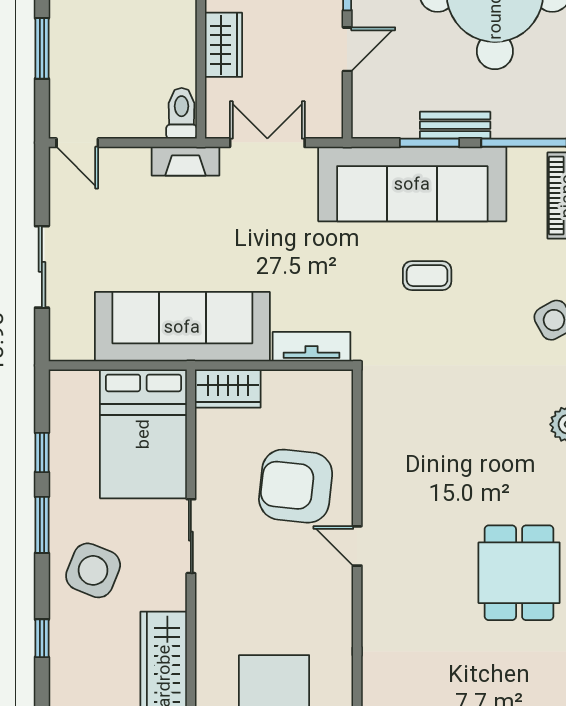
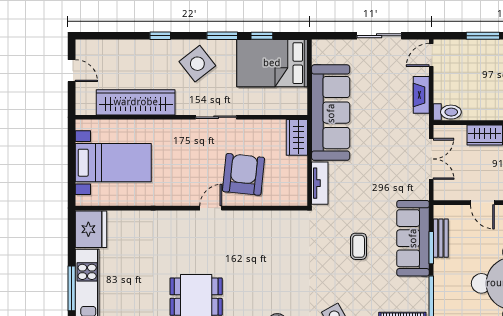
bench: (455, 125) -> (441, 238), moved
fireplace: (185, 161) -> (421, 95), moved
sofa: (412, 184) -> (413, 238), width x0.74, depth x0.79
sliding door: (42, 267) -> (379, 36), moved
bed: (143, 434) -> (272, 63), moved
side table: (93, 570) -> (197, 64), turned 30

